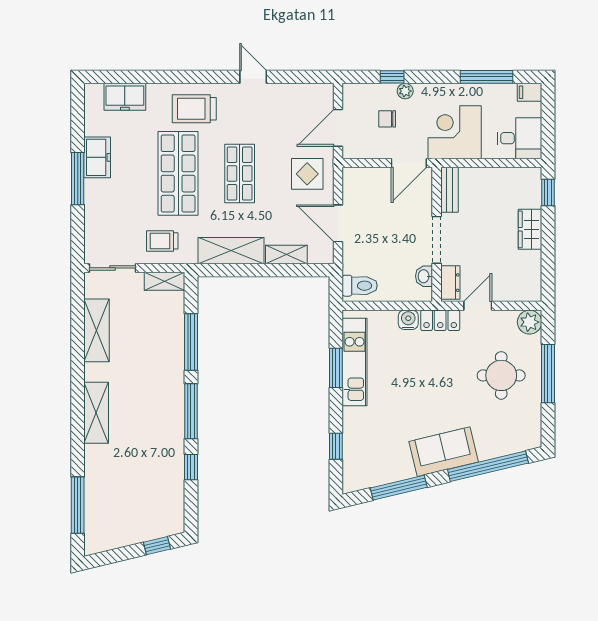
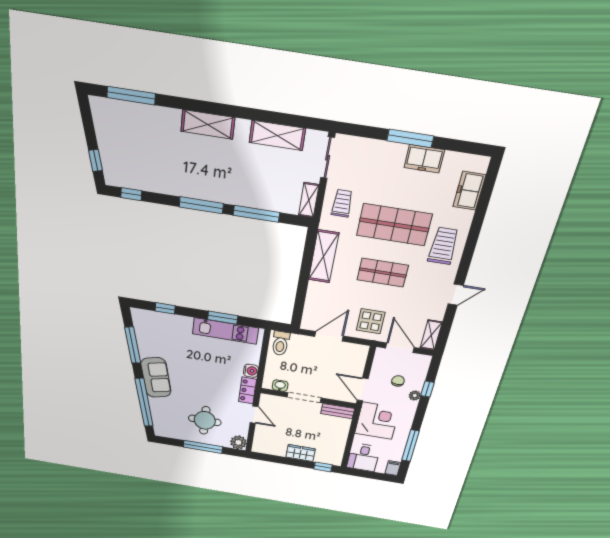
shelving: (286, 254) -> (431, 335), moved
dresser: (450, 283) -> (273, 401), removed
window: (191, 467) -> (131, 194), moved

